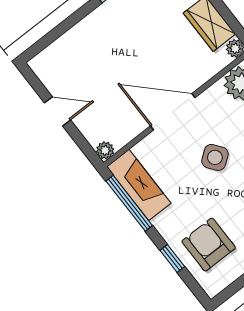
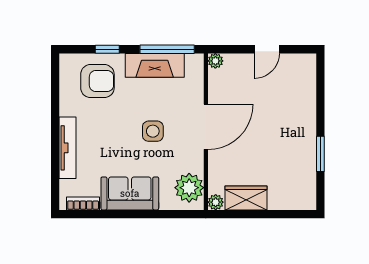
side table: (215, 157) -> (153, 131), turned 37
fireplace: (139, 185) -> (155, 65), moved

